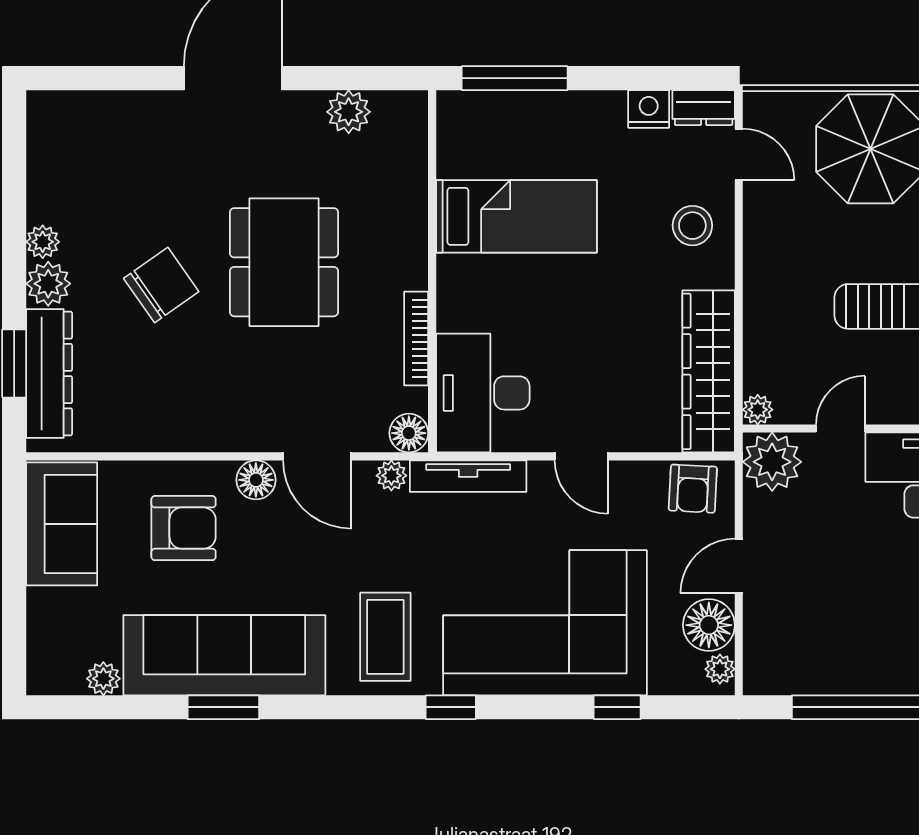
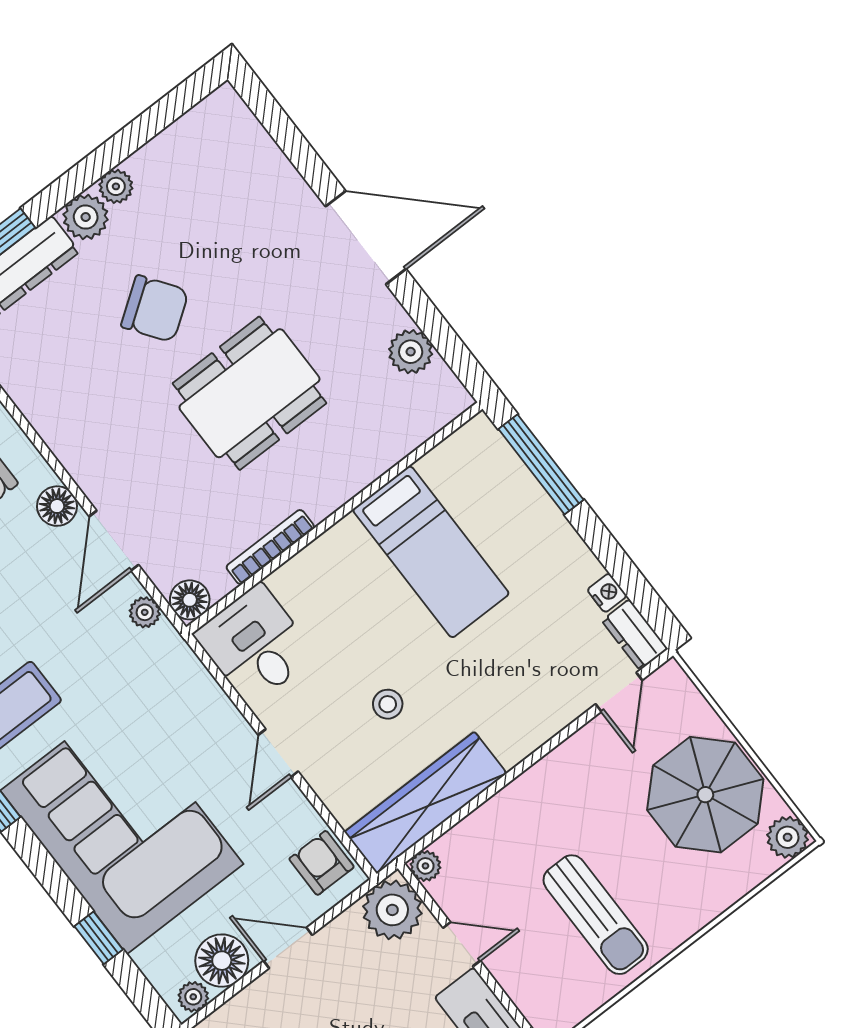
nightstand: (649, 109) -> (607, 593), width x0.72, depth x0.74
stool: (692, 226) -> (388, 704), moved, width x0.73, depth x0.73
desk: (483, 393) -> (255, 645), width x0.73
tv unit: (468, 476) -> (192, 674), removed
armchair: (693, 489) -> (322, 863), turned 87

